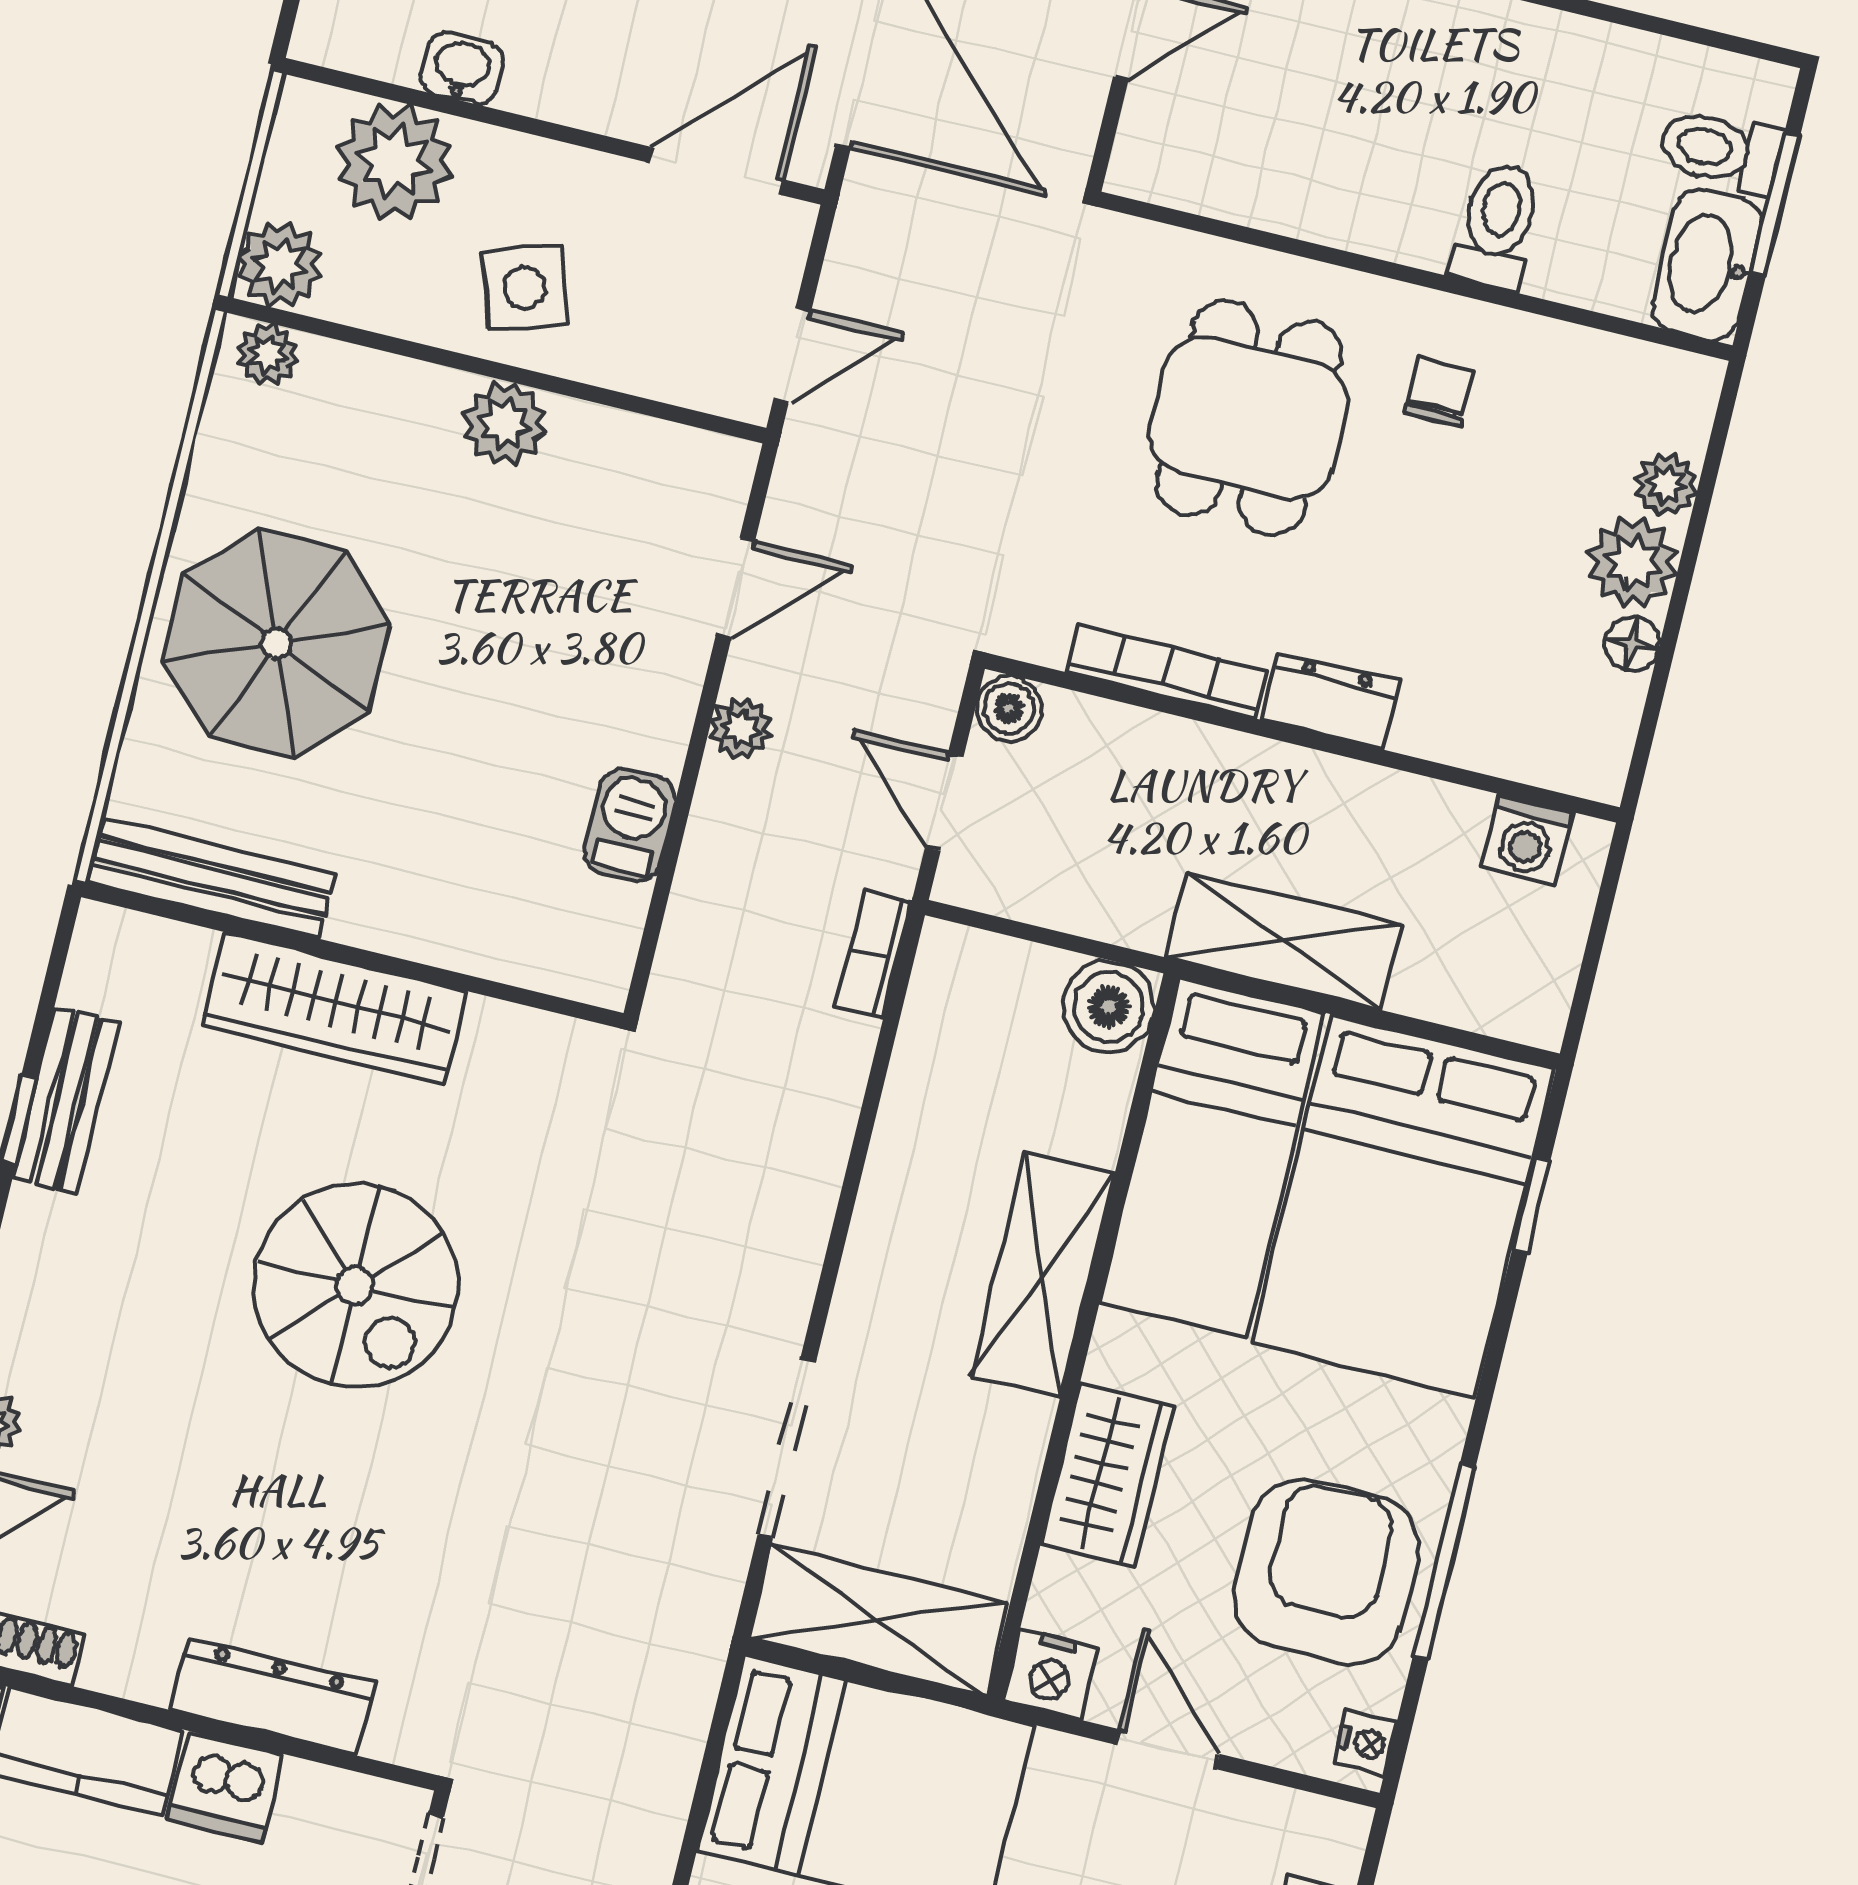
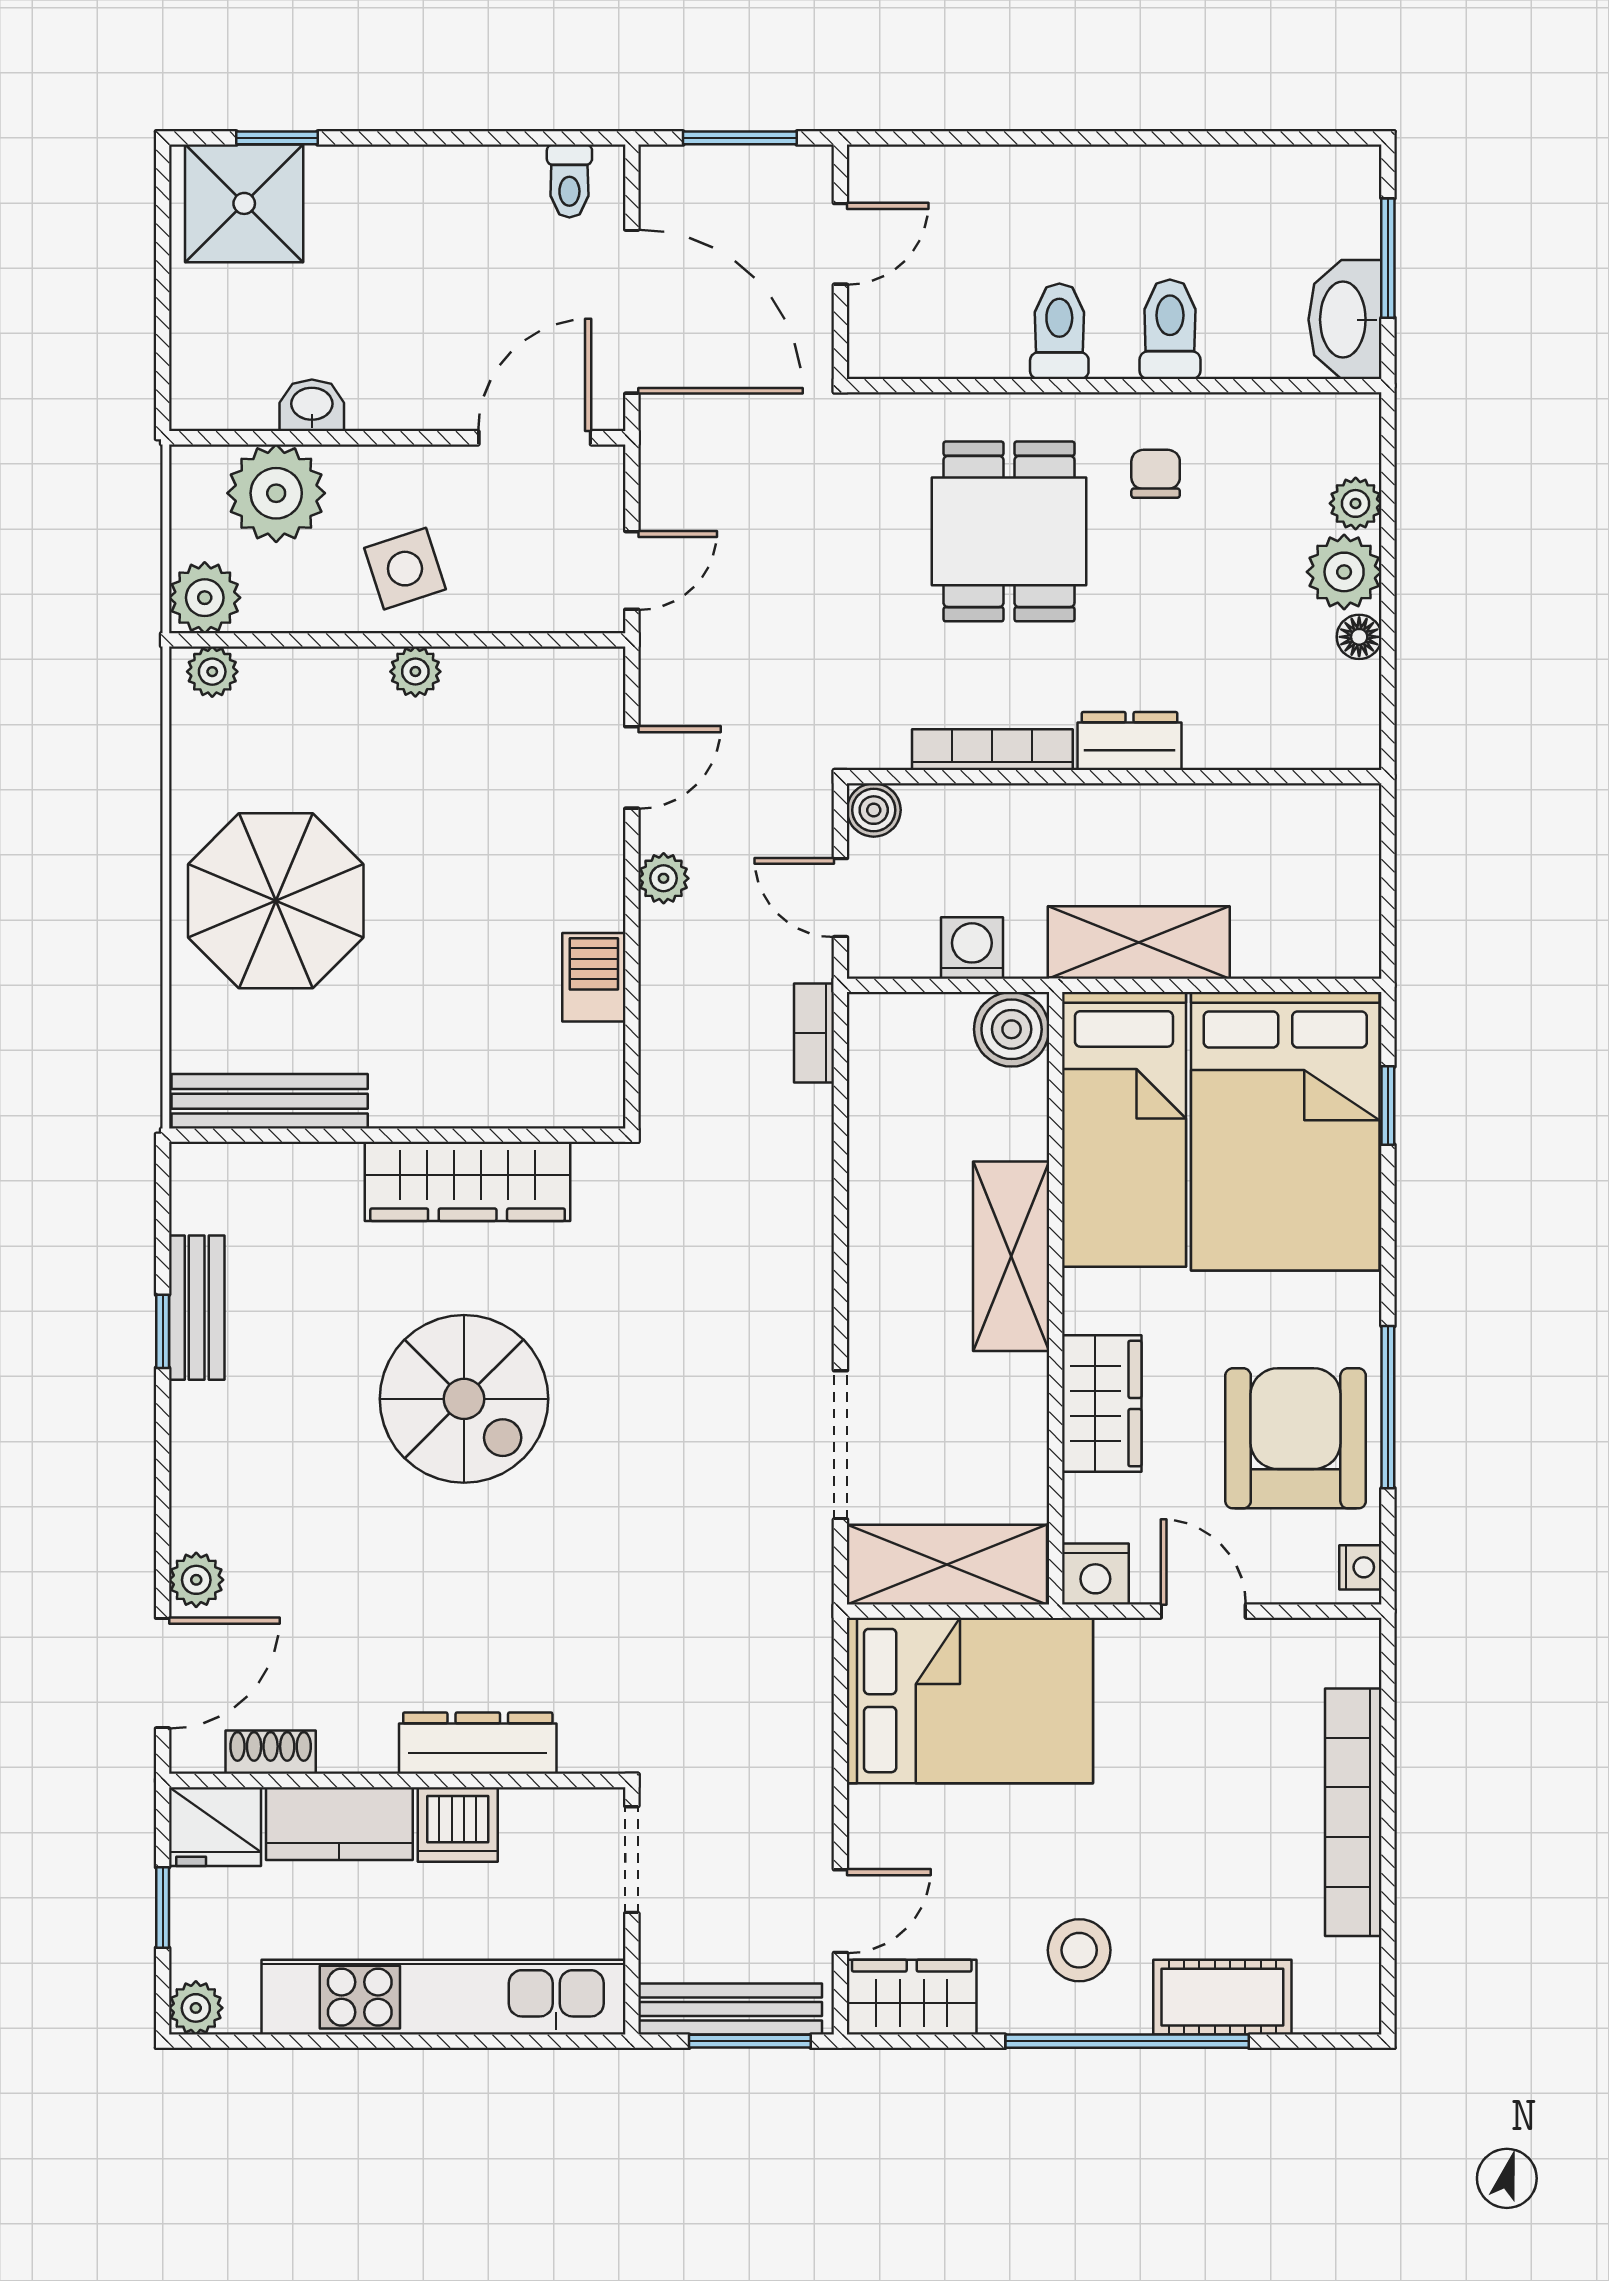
toilet: (1720, 150) -> (1059, 331), moved, turned 90
plant: (505, 424) -> (415, 672), width x0.73, depth x0.73
washing machine: (1527, 840) -> (972, 948), moved, turned 180
wardrobe: (335, 1009) -> (468, 1181), moved

